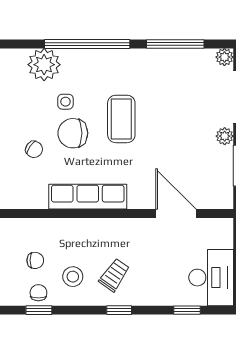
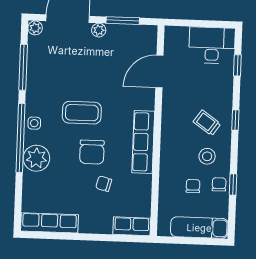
plant: (44, 65) -> (36, 158), moved
side table: (65, 102) -> (34, 123), moved
chair: (34, 149) -> (104, 184), turned -110
chair: (38, 293) -> (219, 184), turned 90

